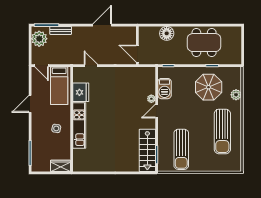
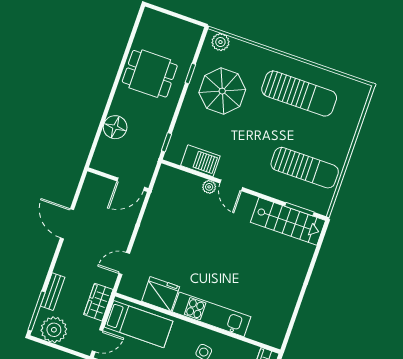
dining table: (204, 43) -> (150, 74), width x0.73
wardrobe: (64, 59) -> (98, 302), added
plant: (236, 95) -> (220, 42), moved

